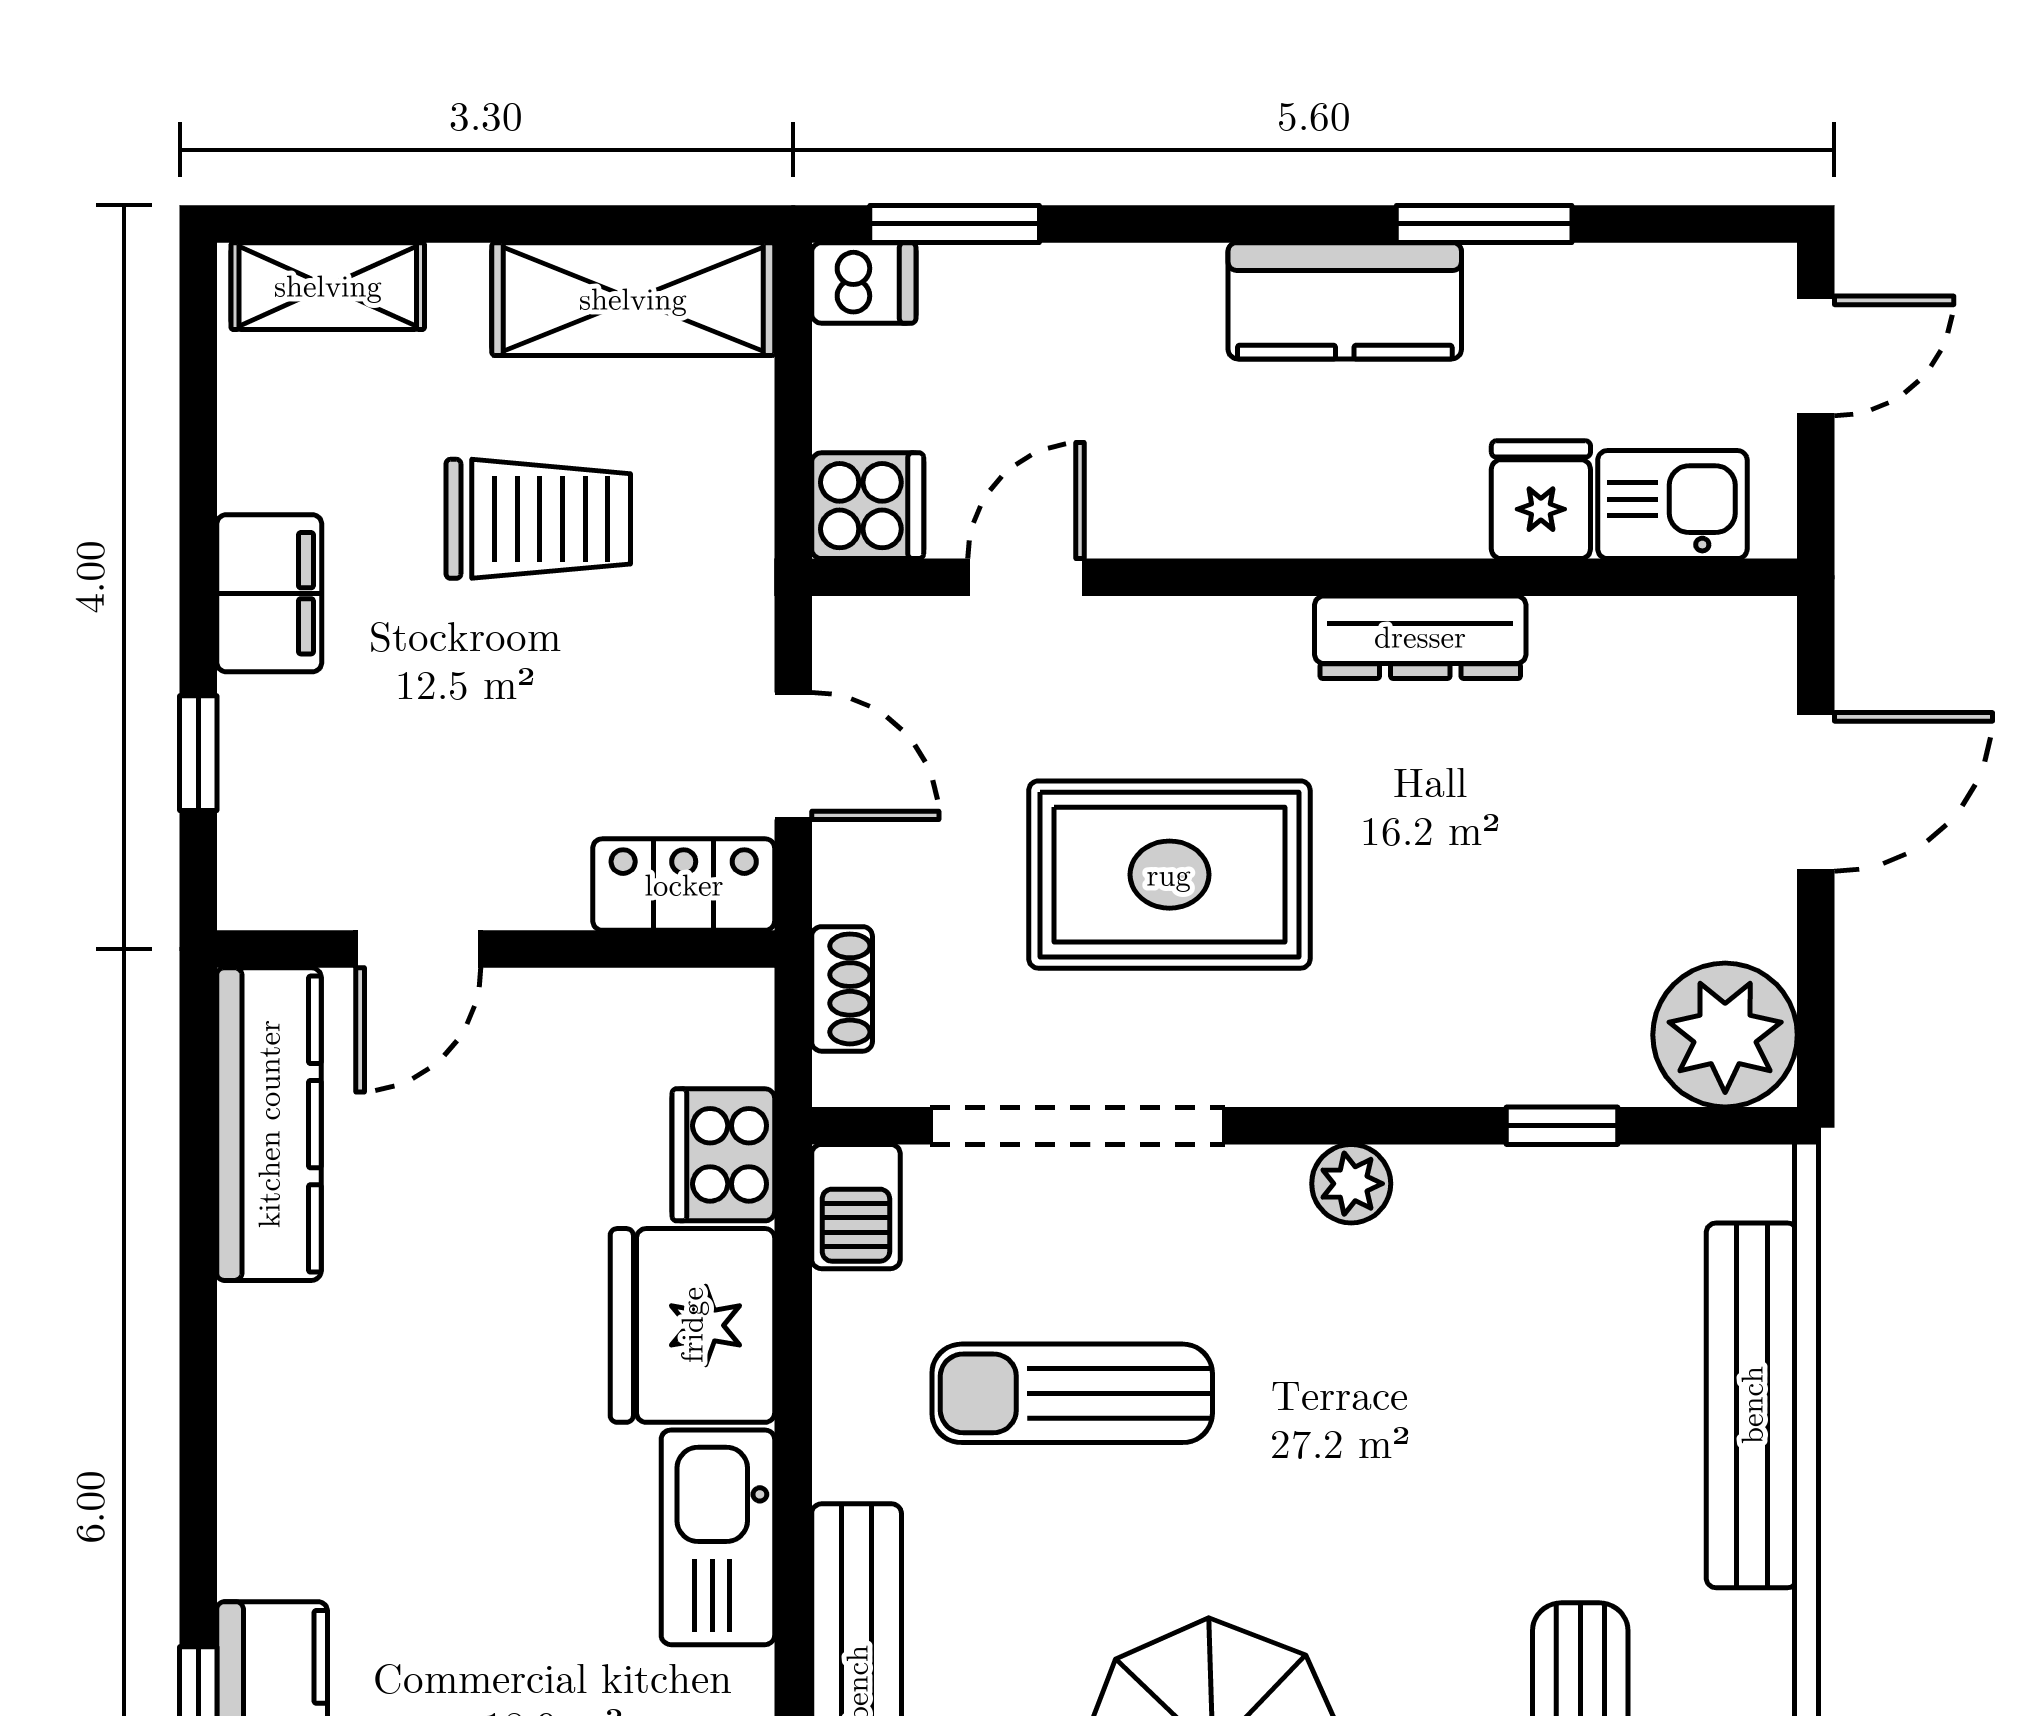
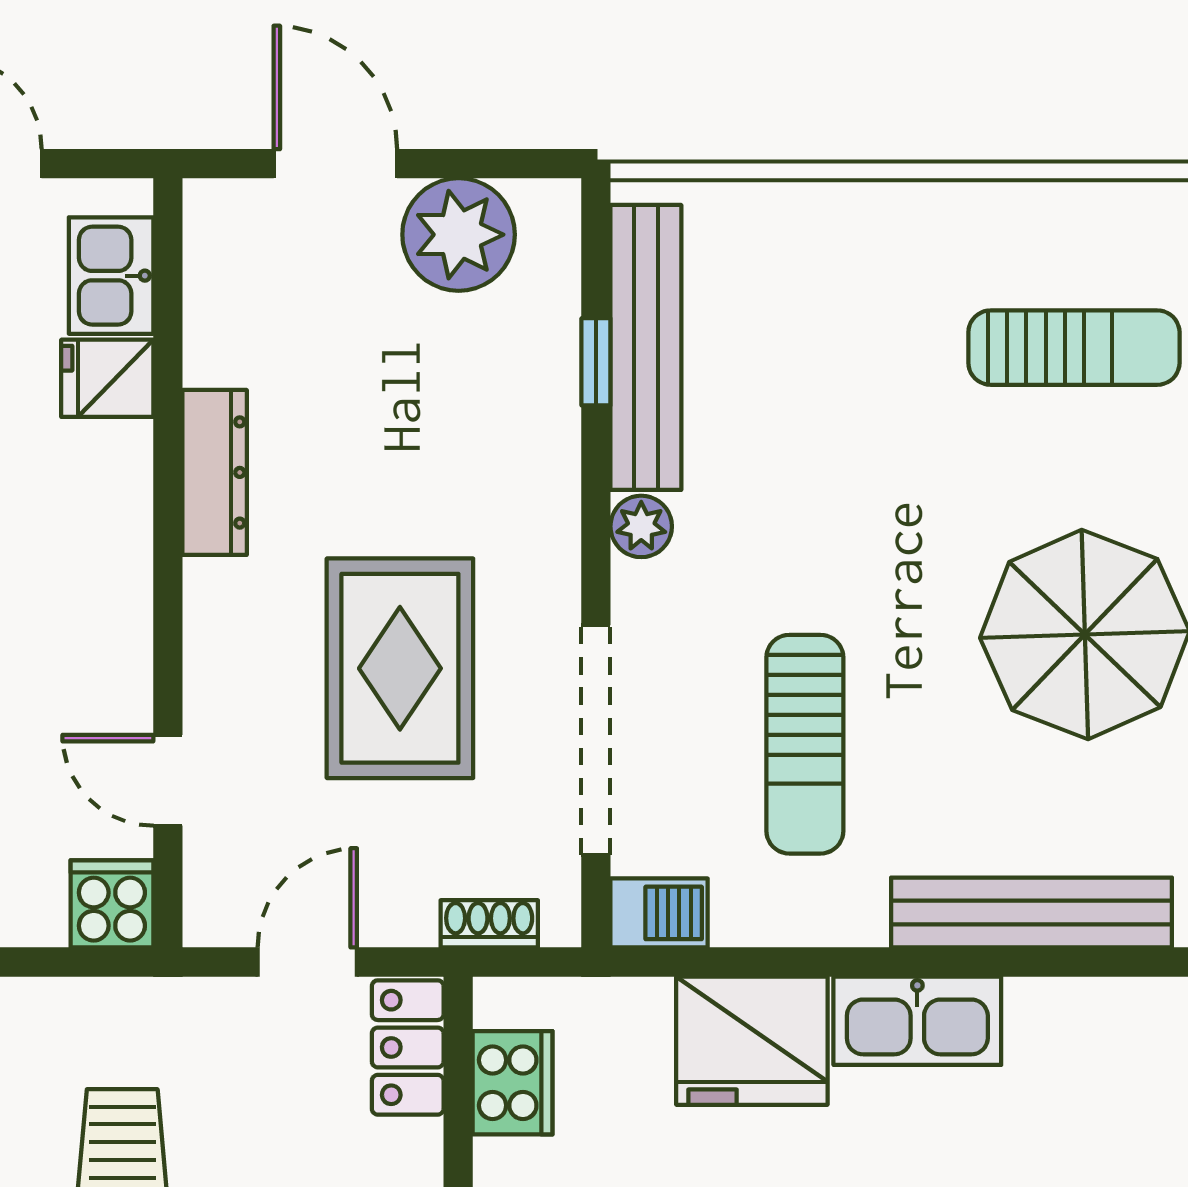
plant: (1725, 1035) -> (459, 235), moved
cooker: (723, 1155) -> (513, 1083), moved, turned -90
bench: (1752, 1405) -> (646, 347), moved, turned 90

